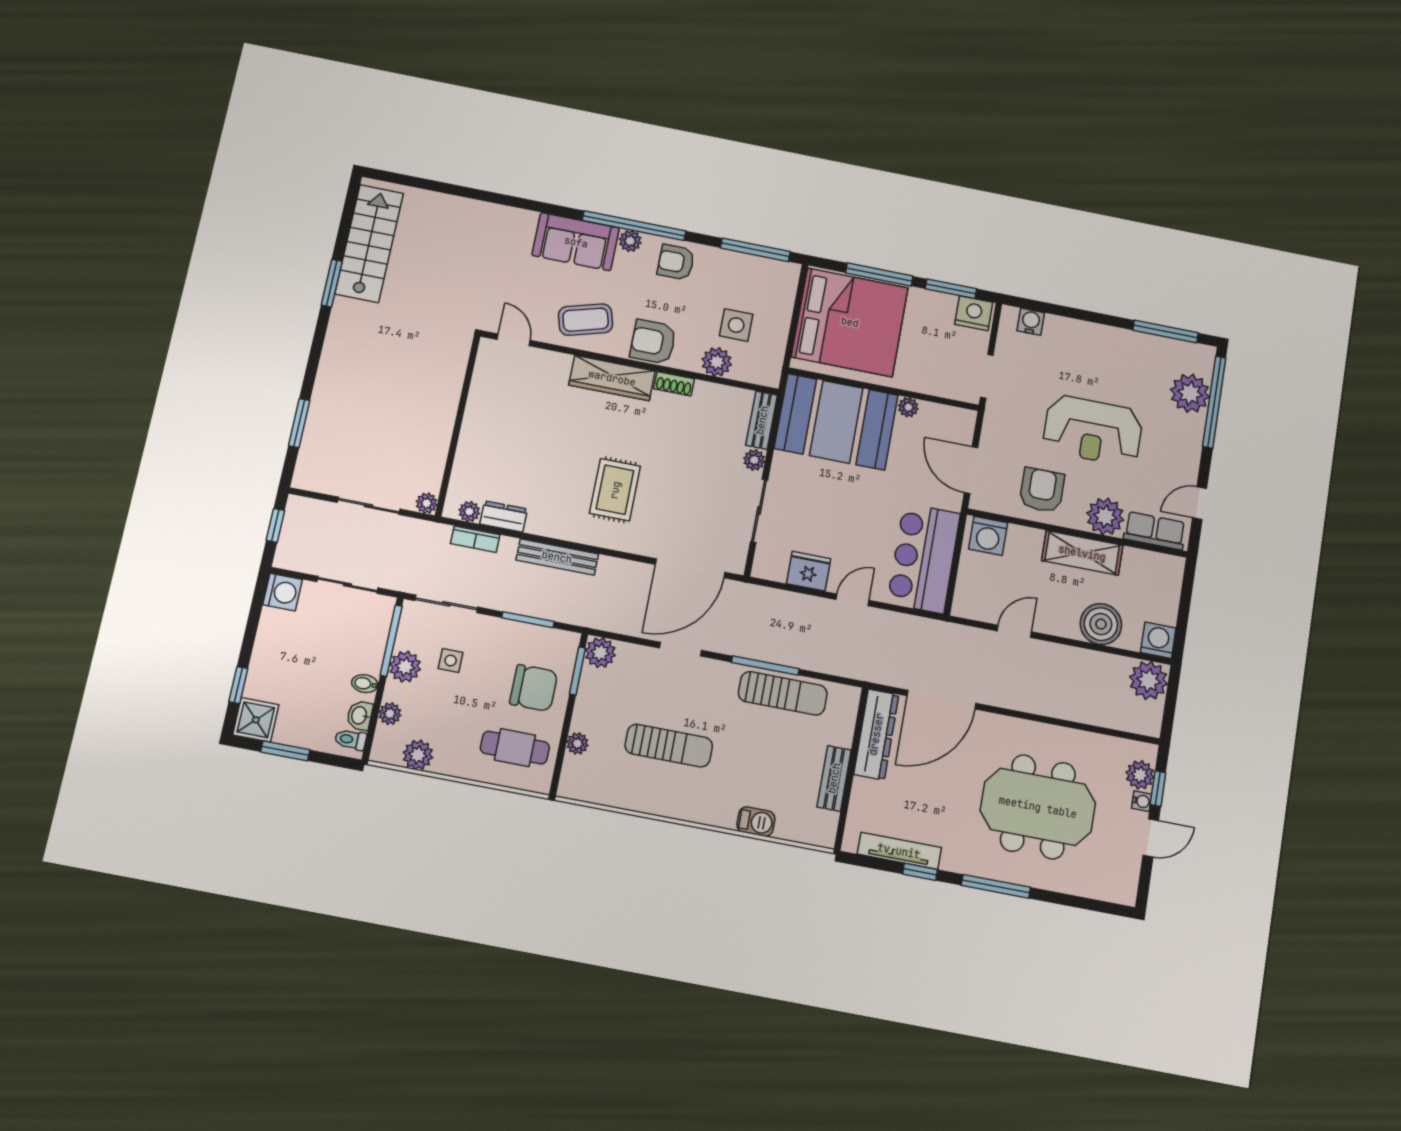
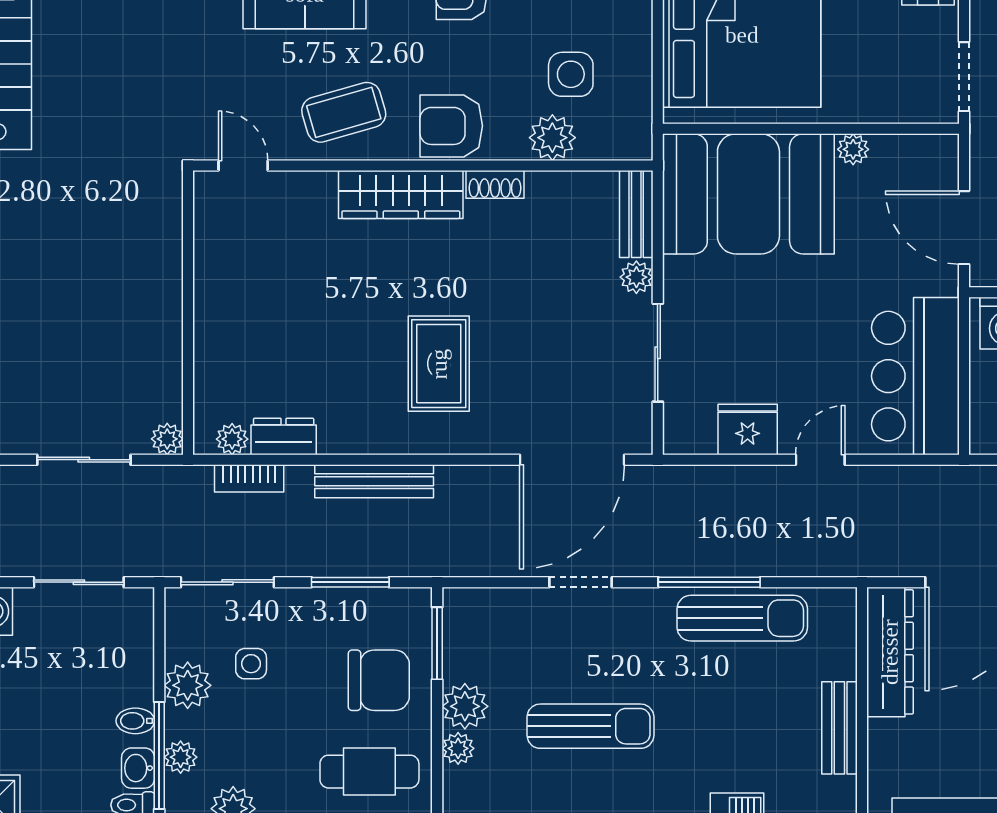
window: (391, 641) -> (159, 756), moved
plant: (600, 653) -> (465, 706), moved

